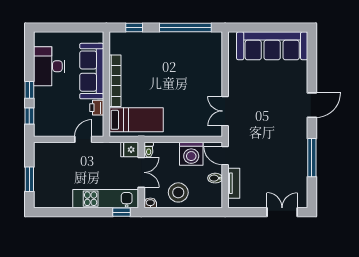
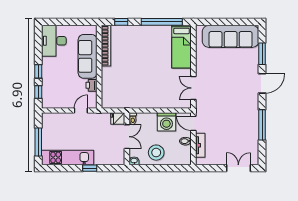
desk: (49, 66) -> (54, 41), moved
window: (312, 68) -> (262, 54), added
bookcase: (115, 81) -> (106, 46), moved
bed: (136, 120) -> (182, 47), moved, turned 90
window: (29, 179) -> (38, 142), width x1.44
kitchen unit: (106, 199) -> (68, 157), moved
window: (121, 212) -> (90, 168), moved

